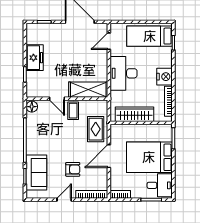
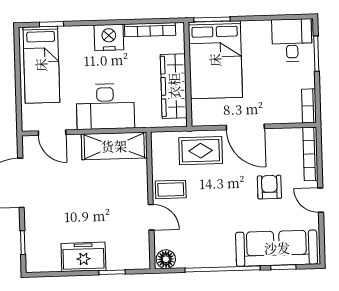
shelving: (88, 90) -> (114, 146), moved, turned 90
door: (57, 99) -> (151, 217), hinge flipped
bed: (149, 157) -> (215, 60), moved
sofa: (36, 173) -> (277, 248), width x1.36

